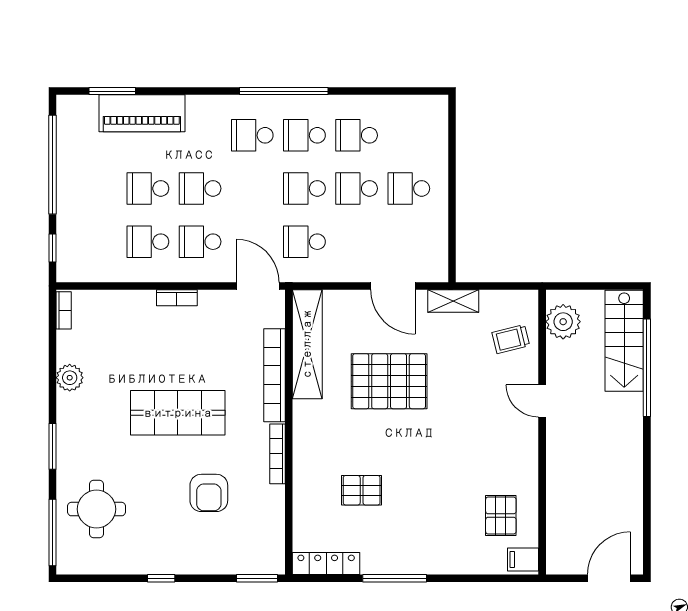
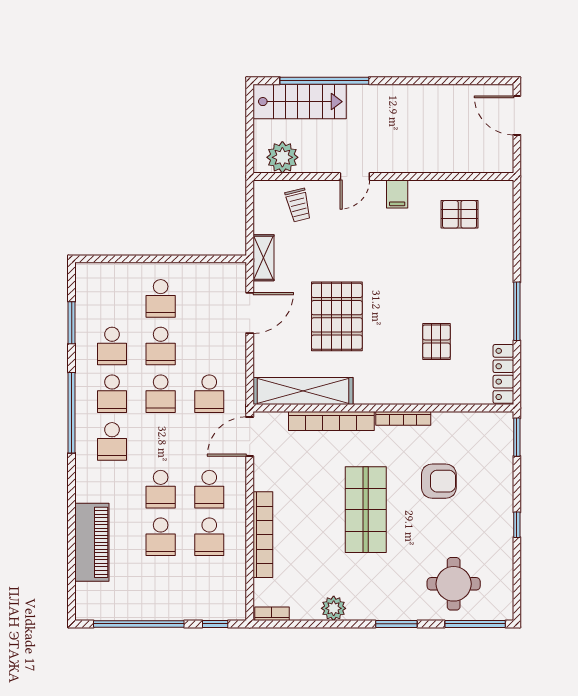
window: (112, 91) -> (72, 323), moved
bookcase: (177, 298) -> (263, 535), width x2.31, depth x1.31
filing cabinet: (523, 559) -> (397, 194), moved

